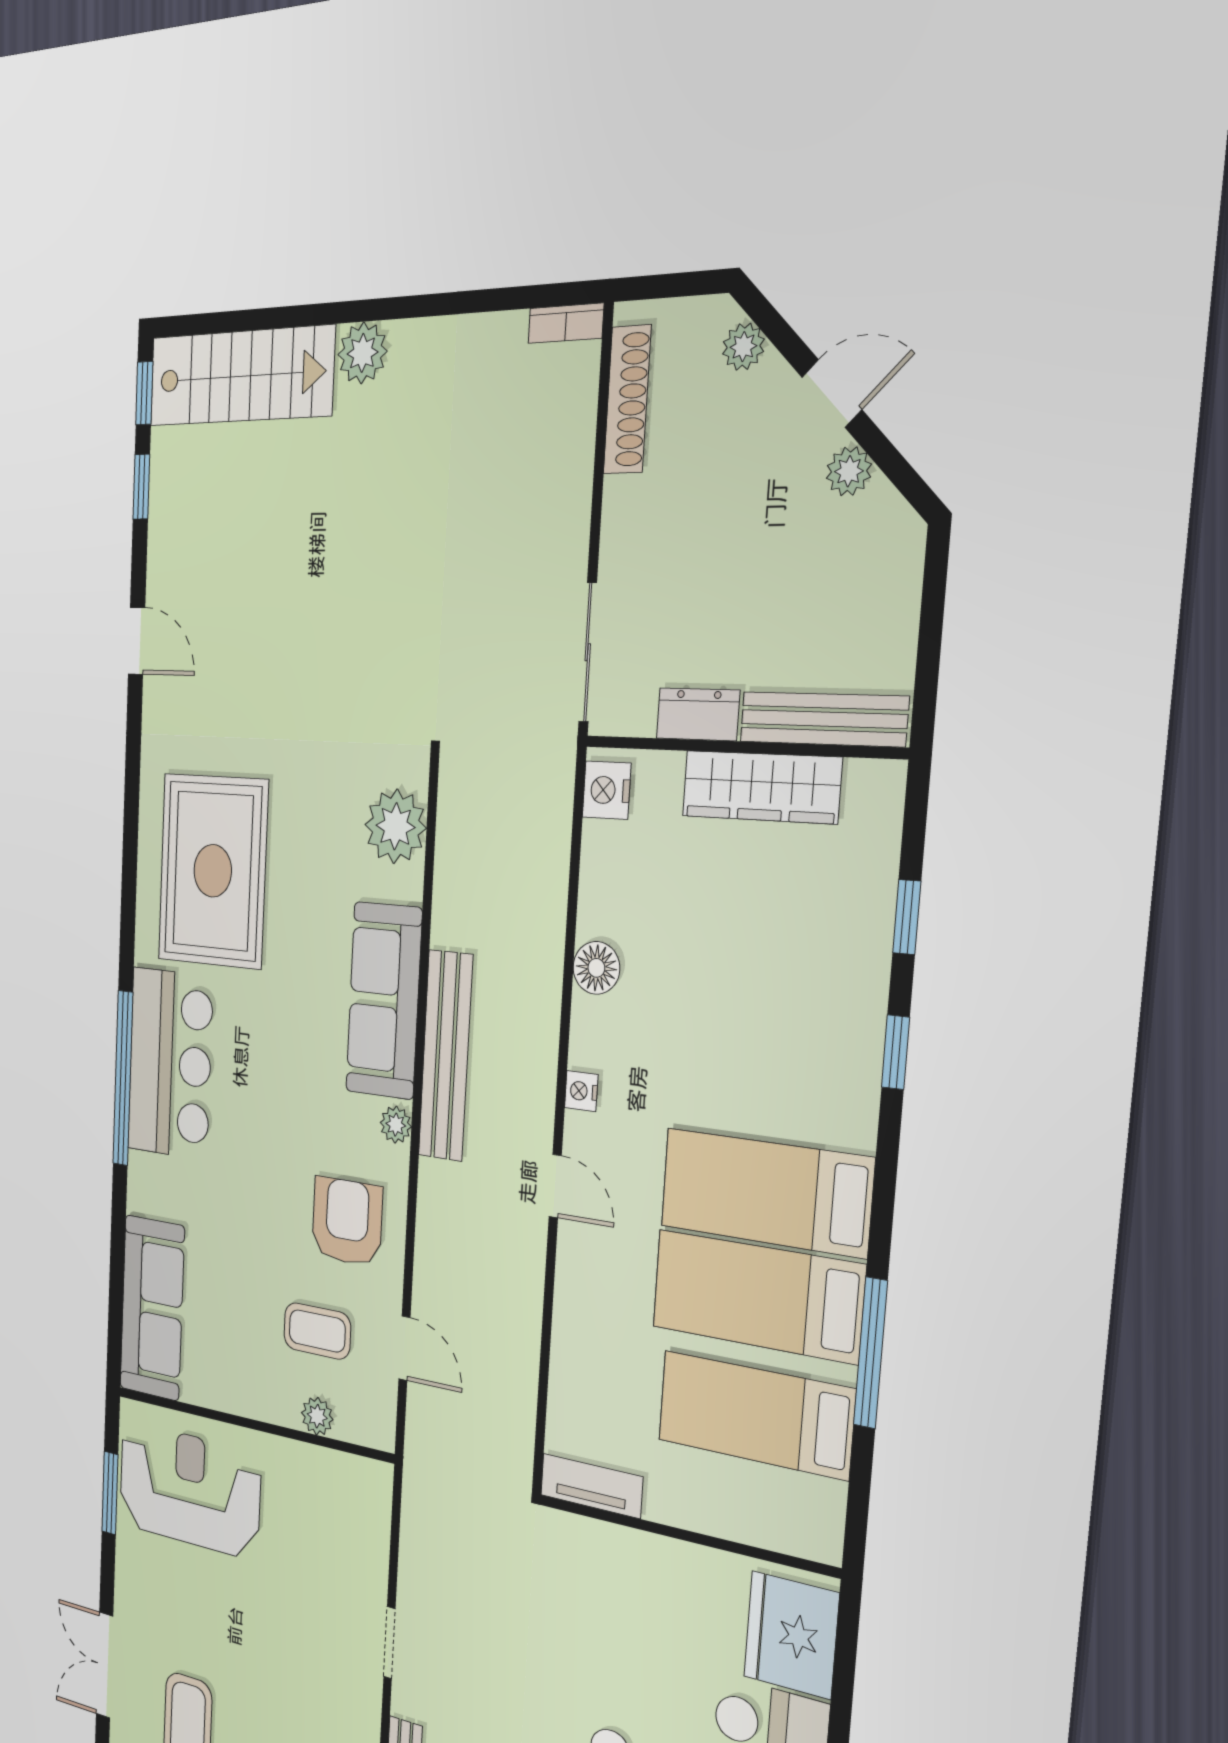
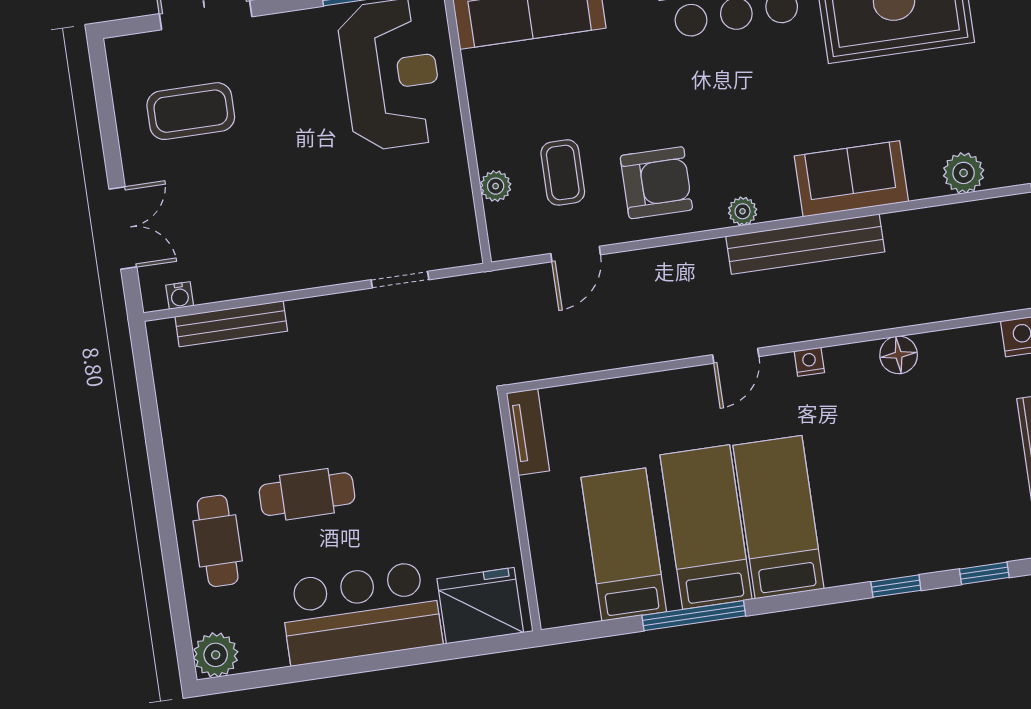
plant: (396, 826) -> (964, 173), width x0.73, depth x0.73
sofa: (384, 1001) -> (851, 179), width x0.73
doorway: (389, 1643) -> (400, 280), moved

